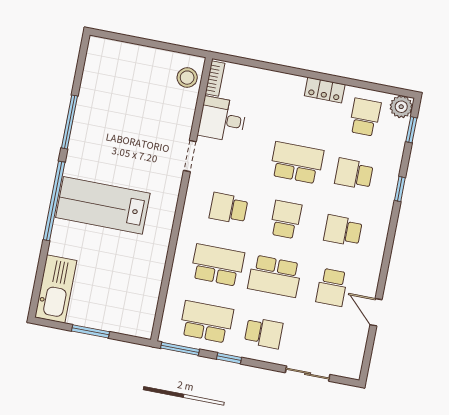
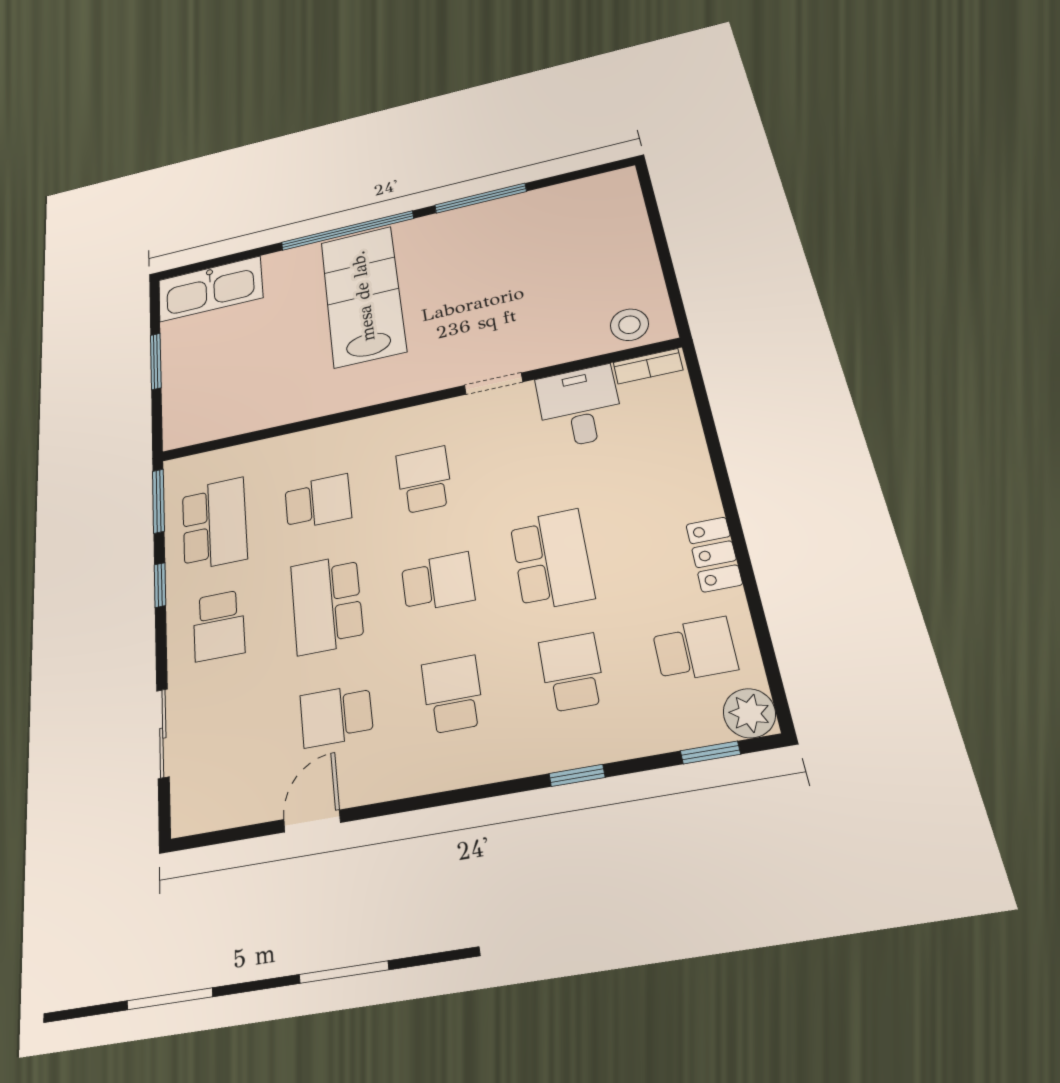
school desk: (218, 265) -> (318, 502), width x0.54

